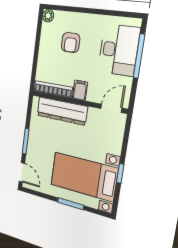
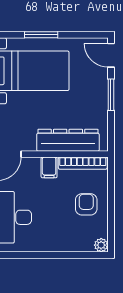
armchair: (71, 43) -> (86, 204), moved

